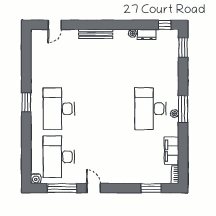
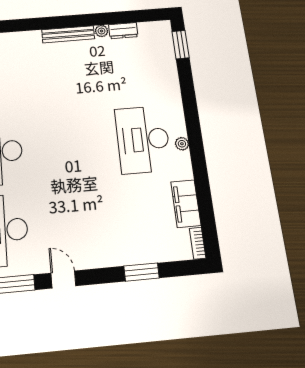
window: (165, 25) -> (148, 15), removed
bench: (96, 34) -> (68, 34), moved
window: (183, 109) -> (195, 135), removed
window: (151, 188) -> (142, 272), moved

